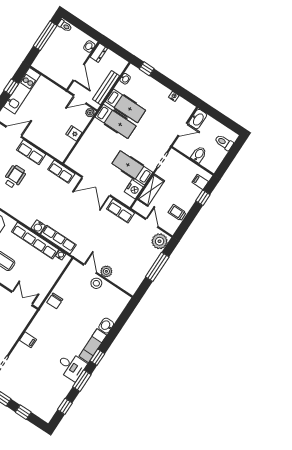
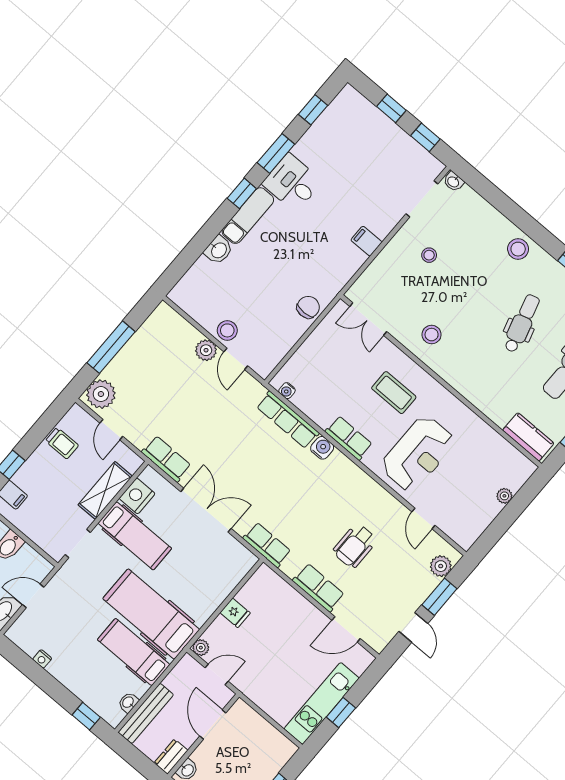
bench: (106, 88) -> (146, 713), moved
hospital bed: (116, 121) -> (151, 614), width x1.37, depth x1.29
row of seats: (35, 241) -> (349, 438), width x0.50

